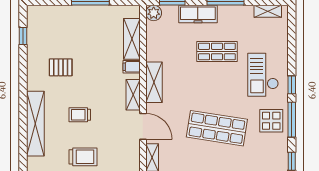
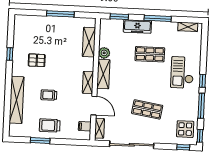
plant: (154, 13) -> (104, 53), moved
window: (23, 36) -> (10, 54), moved
filing cabinet: (132, 67) -> (85, 126), moved
display table: (271, 121) -> (185, 129), moved
shop shelf: (217, 128) -> (147, 109), width x0.70, depth x0.74
trolley: (83, 157) -> (50, 125), turned 180

